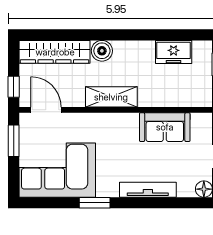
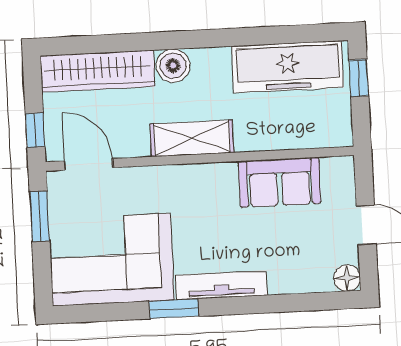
freezer: (174, 52) -> (288, 67), width x1.91, depth x1.26
tv unit: (148, 190) -> (221, 285), moved

